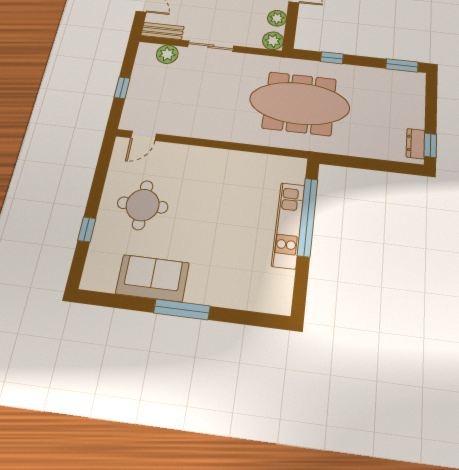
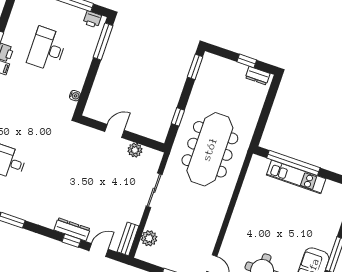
plant: (273, 41) -> (154, 157), removed
sliding door: (211, 46) -> (154, 190), moved
window: (430, 145) -> (247, 61), moved

